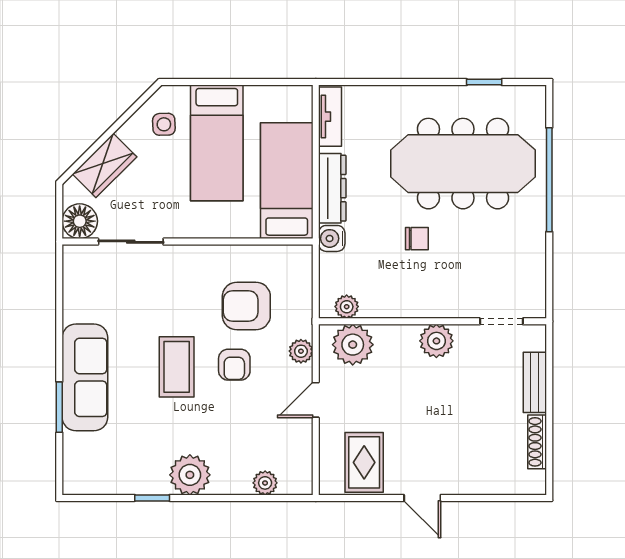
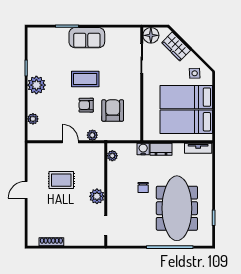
bed: (287, 181) -> (186, 122), moved, turned 180
dresser: (332, 188) -> (161, 149), width x0.70
plant: (353, 345) -> (95, 158), removed
sofa: (85, 377) -> (87, 38), width x0.73
bench: (535, 382) -> (78, 241), removed
rug: (364, 462) -> (61, 180), moved

